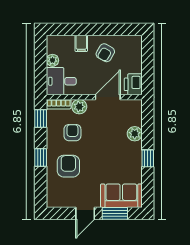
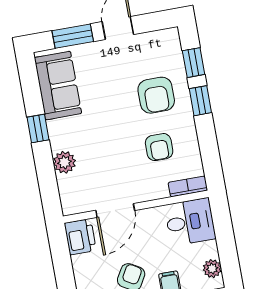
plant: (52, 60) -> (212, 269), moved
plant: (79, 107) -> (156, 188), removed
window: (41, 118) -> (194, 63), moved
sofa: (121, 196) -> (58, 86), moved, turned -90

